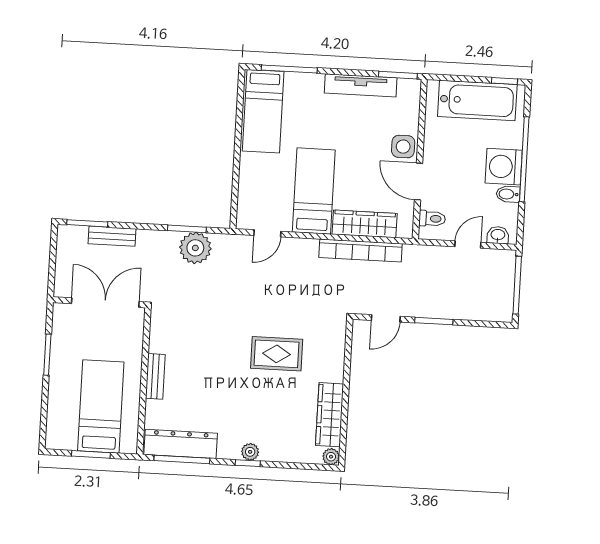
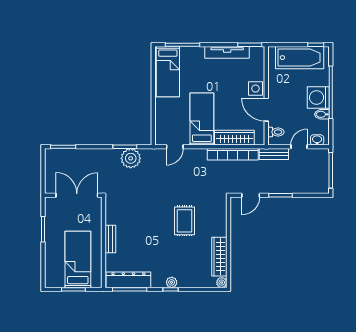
bench: (112, 236) -> (274, 154), moved
rug: (277, 354) -> (184, 221), turned 90

